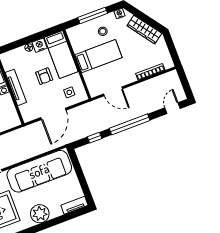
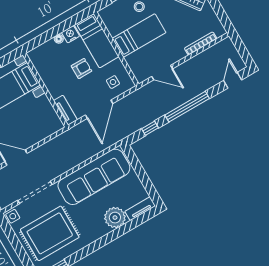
armchair: (44, 76) -> (81, 68), turned -90
tv unit: (16, 87) -> (65, 110), moved, width x0.71
plant: (40, 214) -> (115, 218), moved

